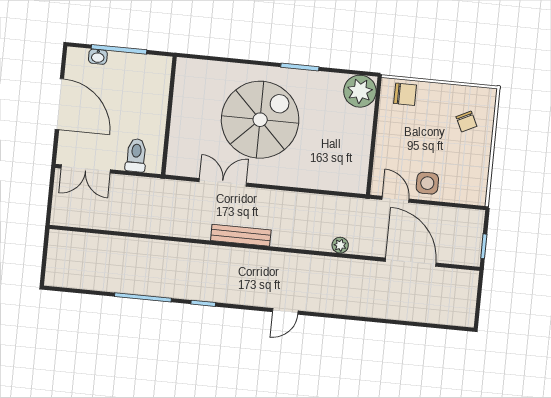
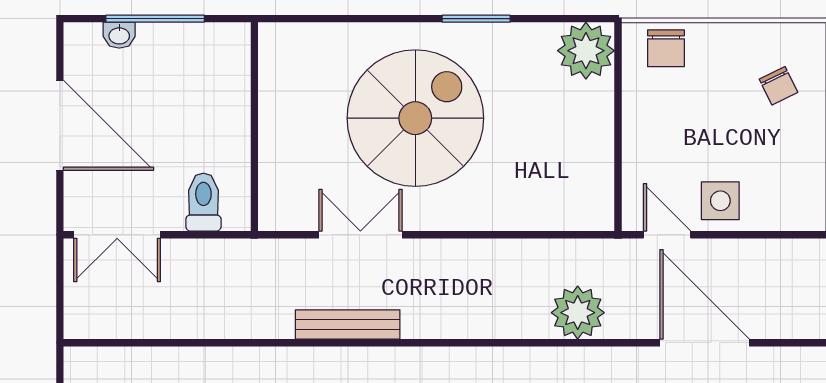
chair: (405, 94) -> (666, 48), turned 90
bench: (241, 235) -> (348, 324), moved
plant: (340, 245) -> (578, 313), width x1.88, depth x1.88

